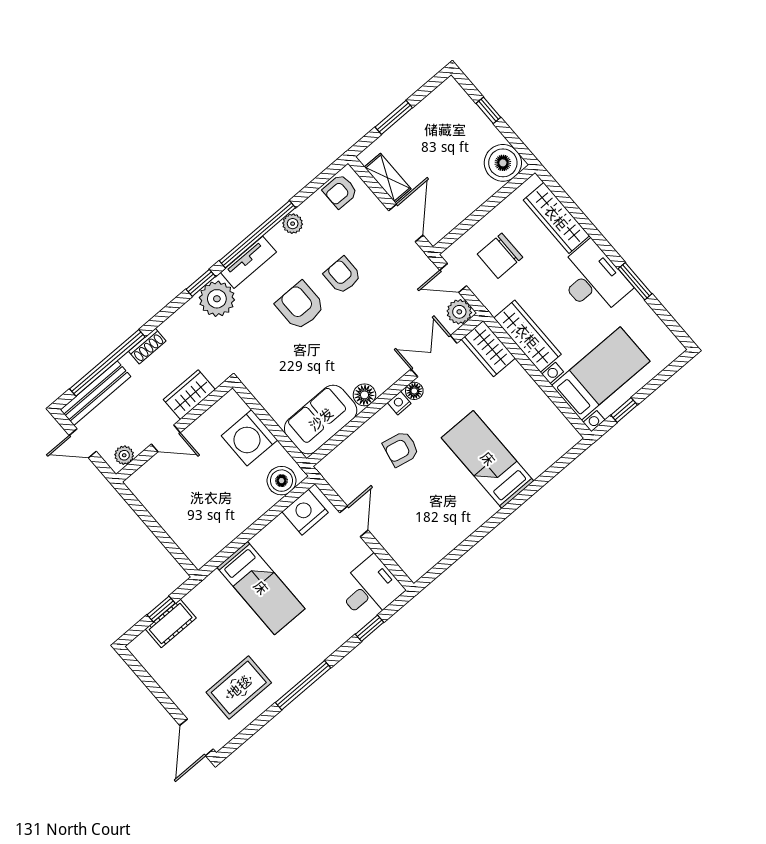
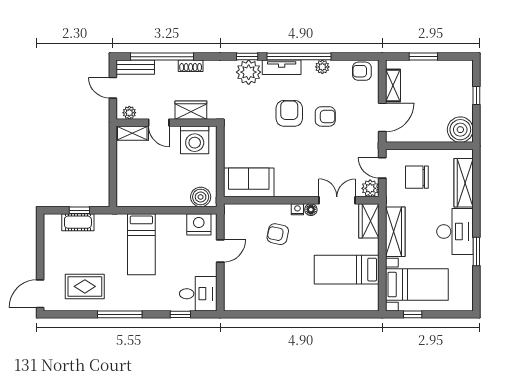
armchair: (342, 275) -> (325, 116), turned 90
bench: (96, 393) -> (135, 67), width x0.73
floor lamp: (364, 395) -> (283, 189), removed
washing machine: (249, 438) -> (195, 140), moved, turned -90
bed: (488, 459) -> (347, 270), moved, turned -90
shelving: (147, 475) -> (132, 133), added

